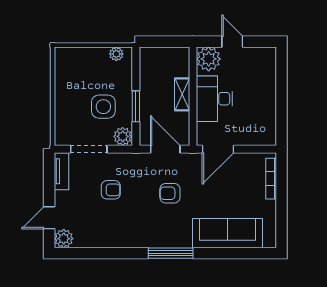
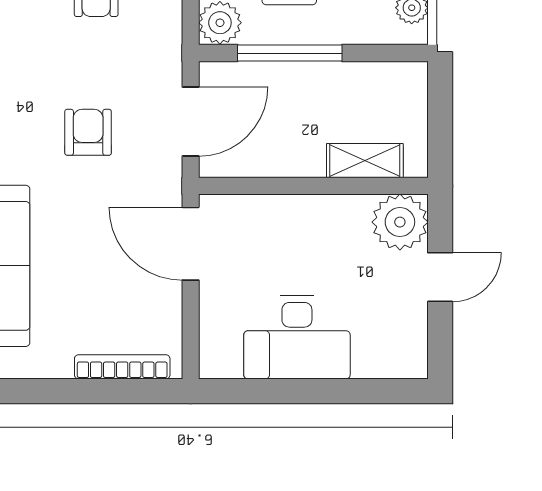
shelving: (182, 94) -> (365, 161), moved
desk: (214, 99) -> (297, 337), moved, turned 180
window: (136, 106) -> (290, 53), width x1.44

